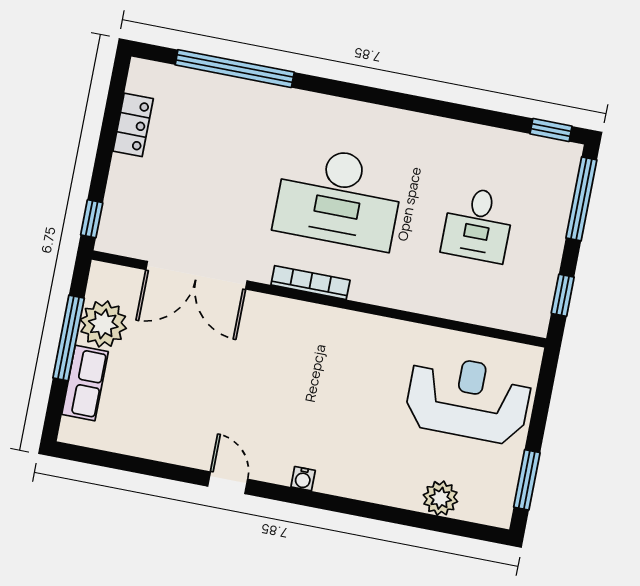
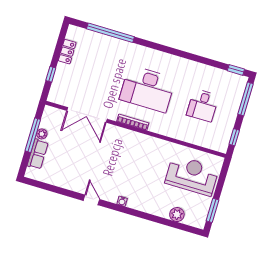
window: (92, 219) -> (51, 74), moved
plant: (103, 324) -> (42, 134), width x0.53, depth x0.53

